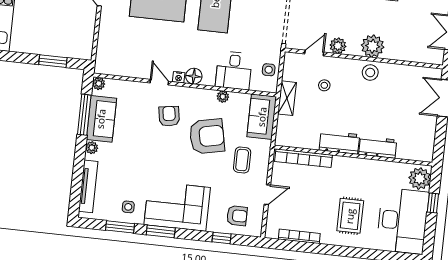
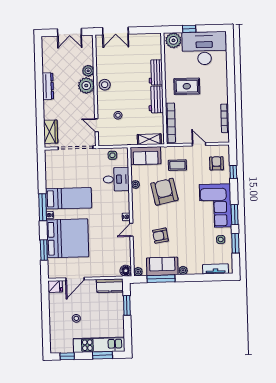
kitchen counter: (84, 41) -> (110, 286), added
plant: (338, 46) -> (88, 71), moved
floor lamp: (194, 76) -> (126, 271), moved
shelving: (287, 98) -> (149, 139), moved
armchair: (169, 116) -> (160, 236), moved
tv unit: (88, 186) -> (215, 269), width x0.71
rug: (350, 216) -> (187, 86), moved

